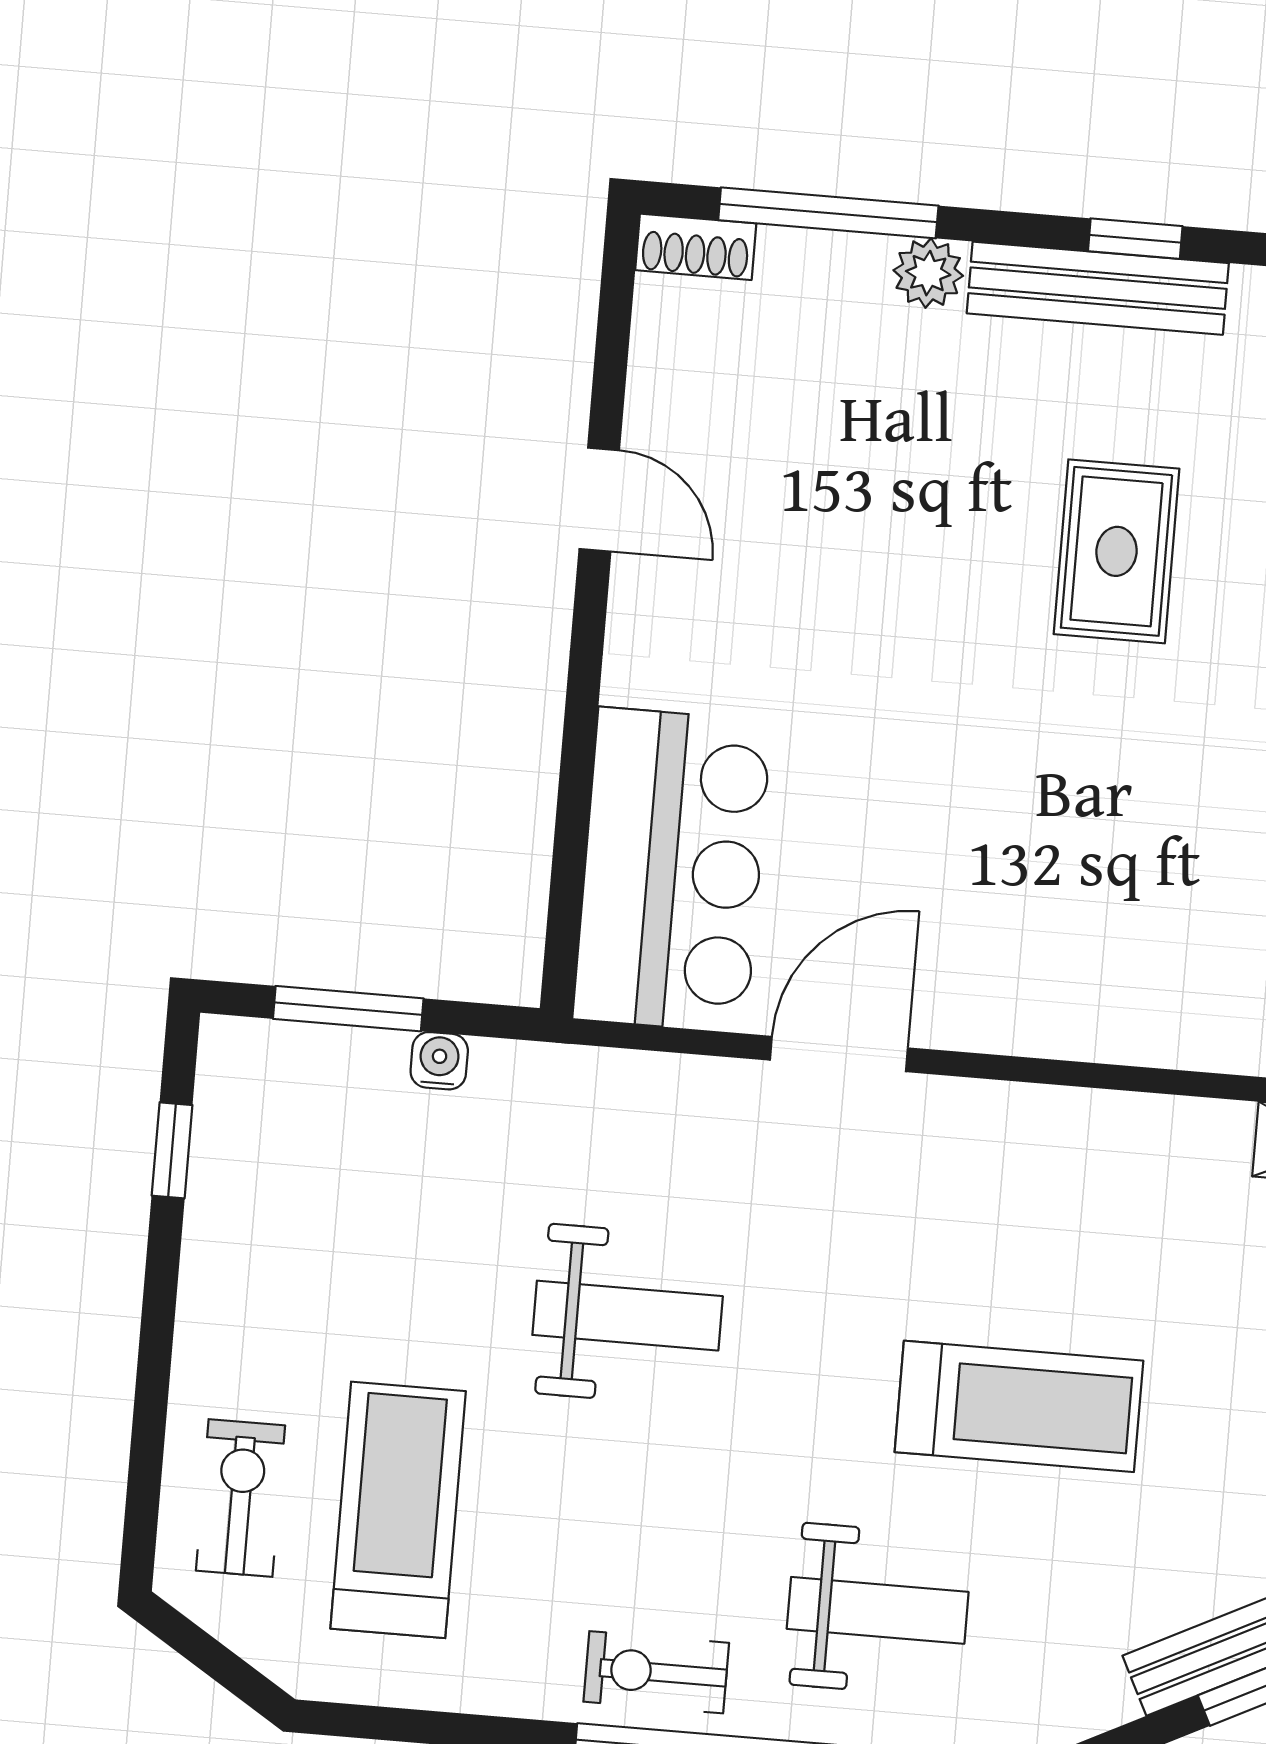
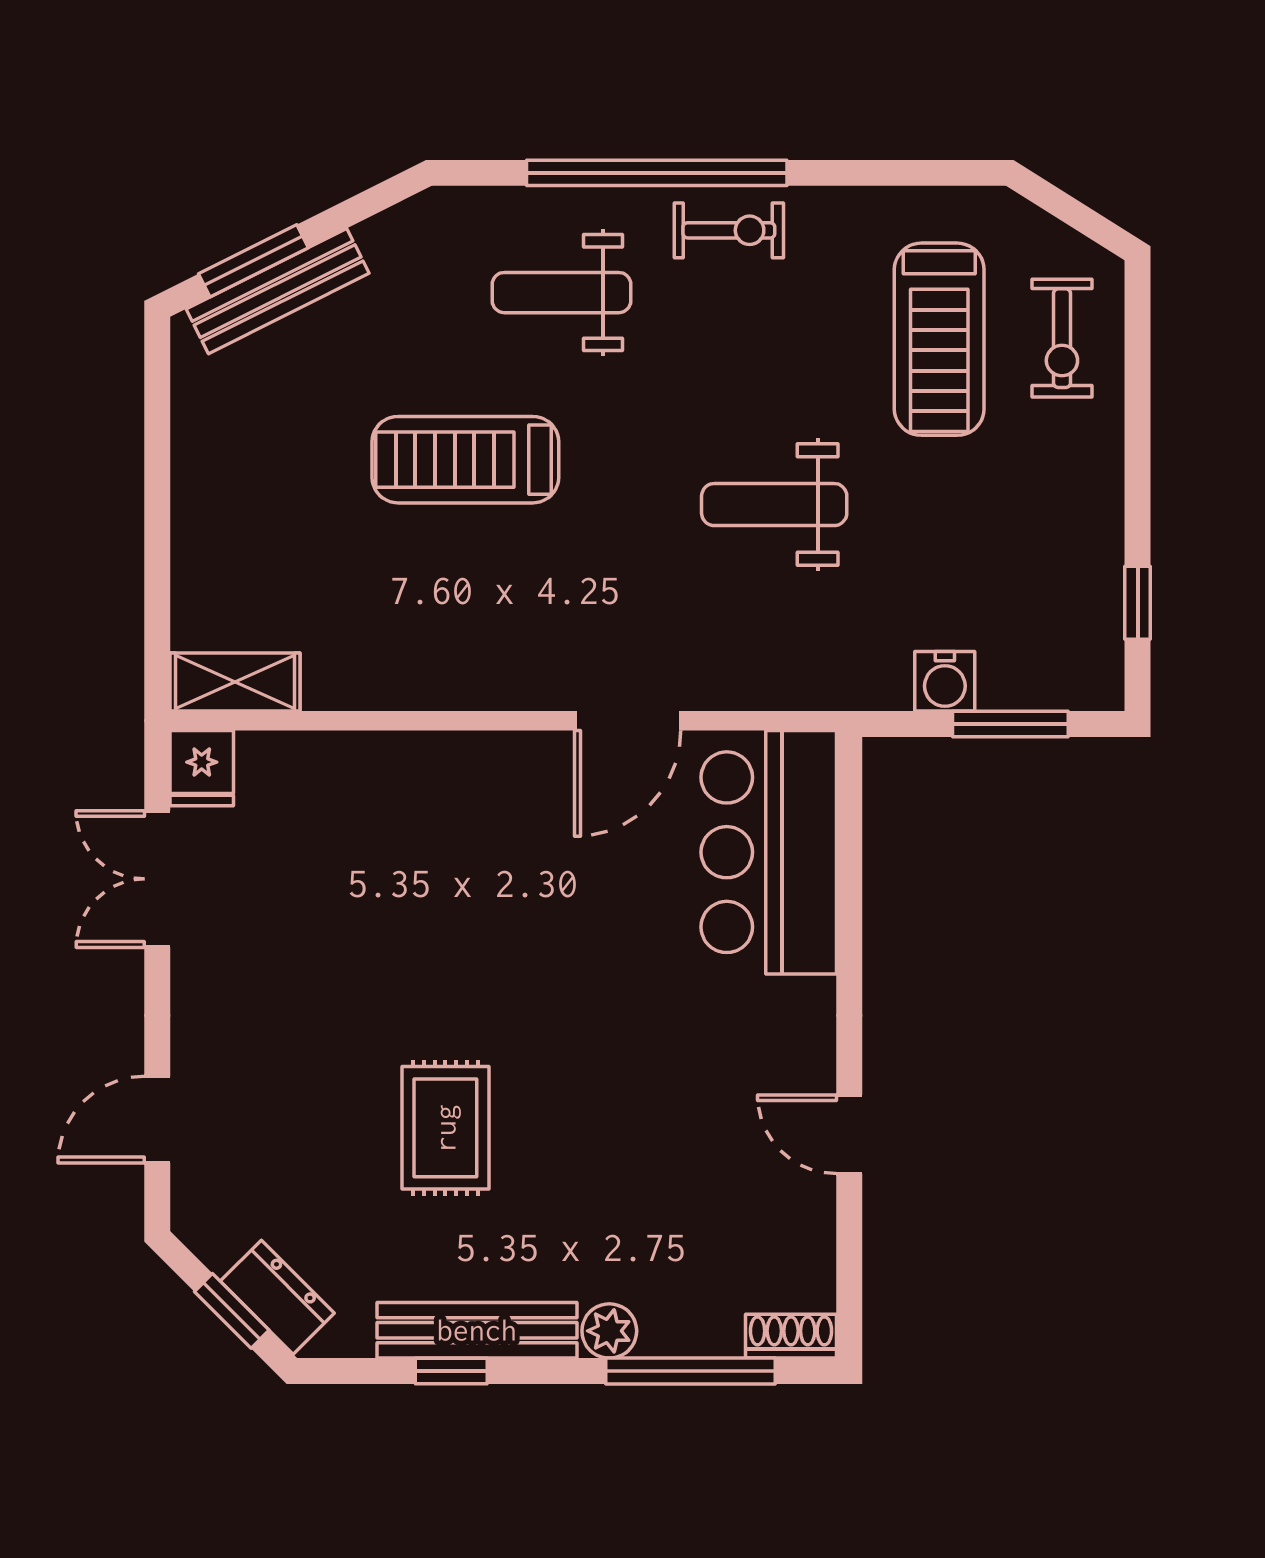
water cooler: (439, 1061) -> (945, 681), width x1.38, depth x1.38

